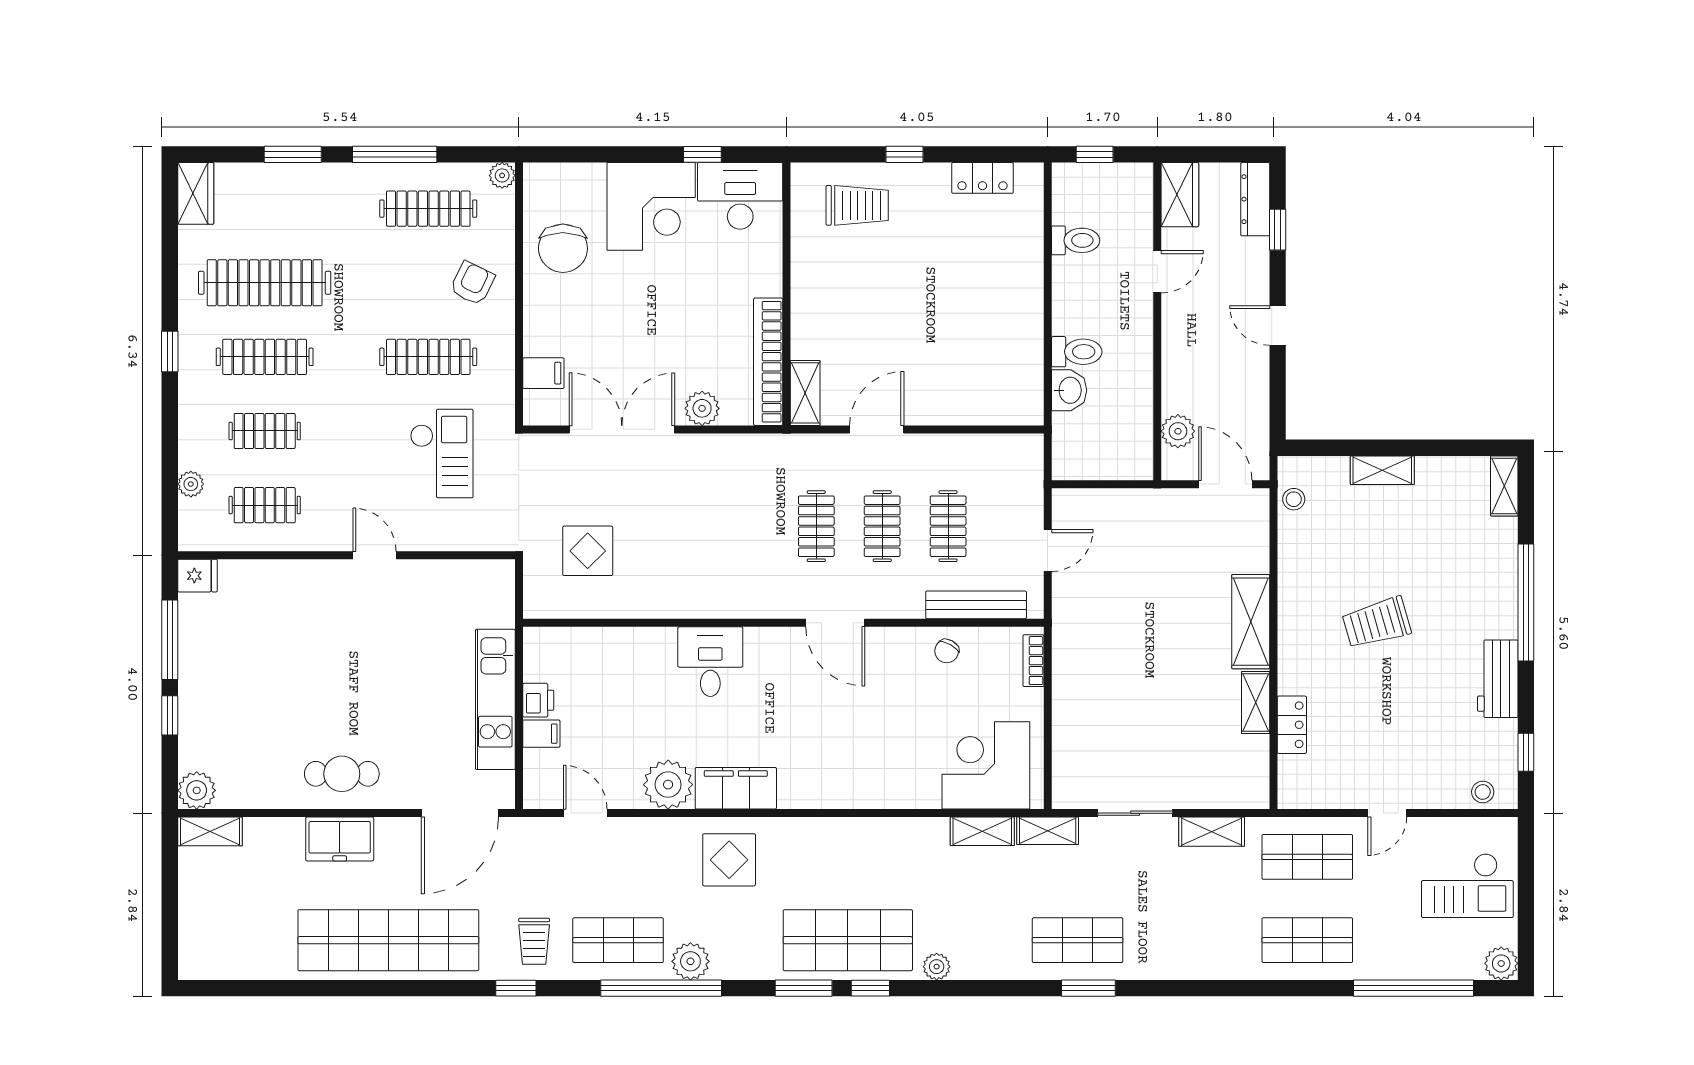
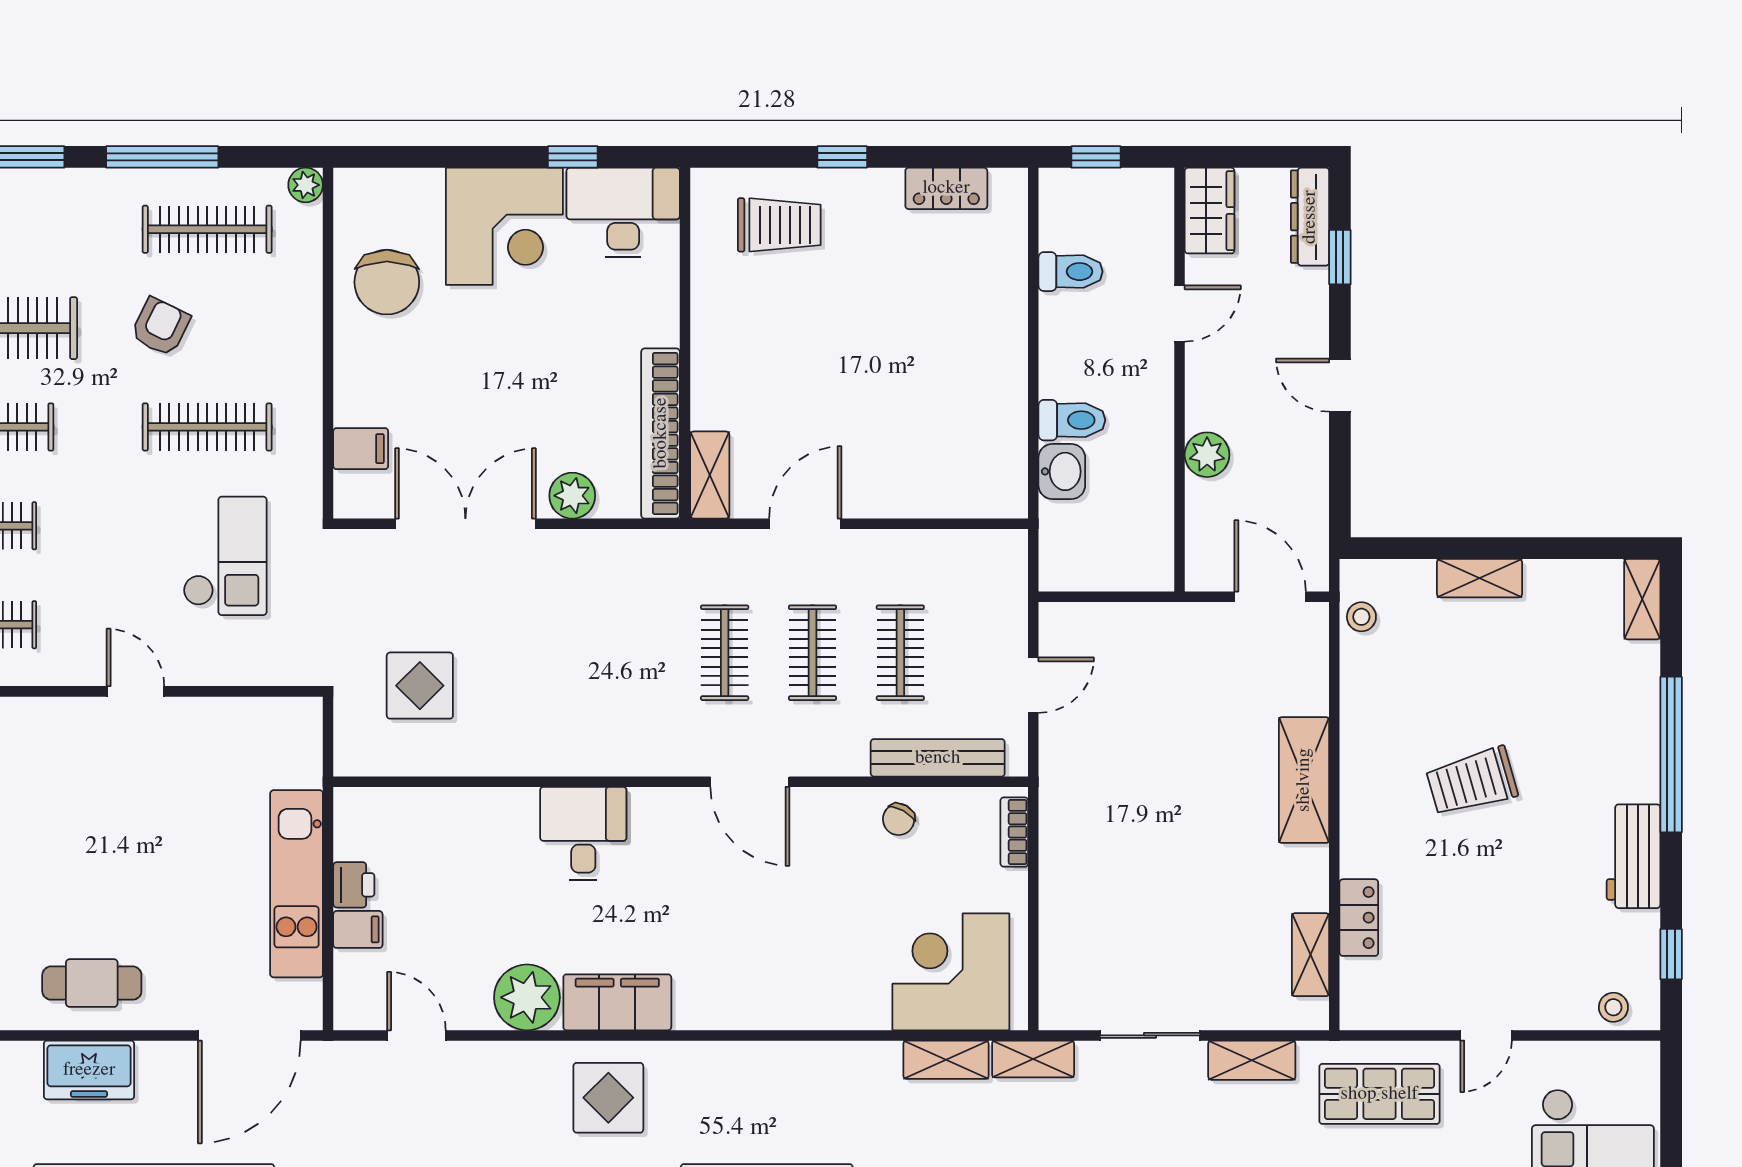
armchair: (472, 283) -> (160, 327), moved
plant: (1178, 431) -> (1207, 455), moved
shelving: (1256, 703) -> (1310, 955), moved

